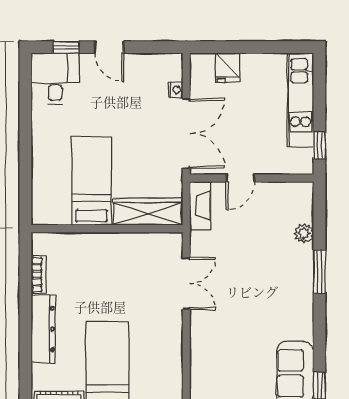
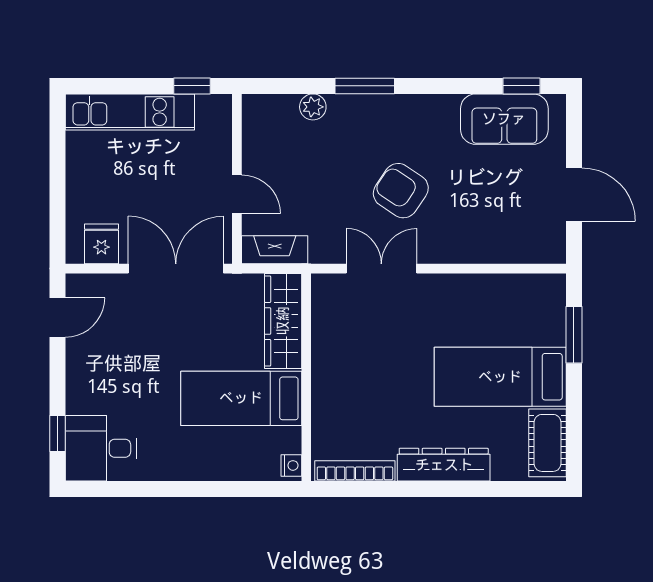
door: (109, 47) -> (57, 317), moved
fridge: (227, 67) -> (101, 244), moved, turned -90
nightstand: (175, 90) -> (291, 465), moved, turned 90
bookcase: (39, 275) -> (355, 471), width x1.56
armchair: (243, 298) -> (401, 191), added

